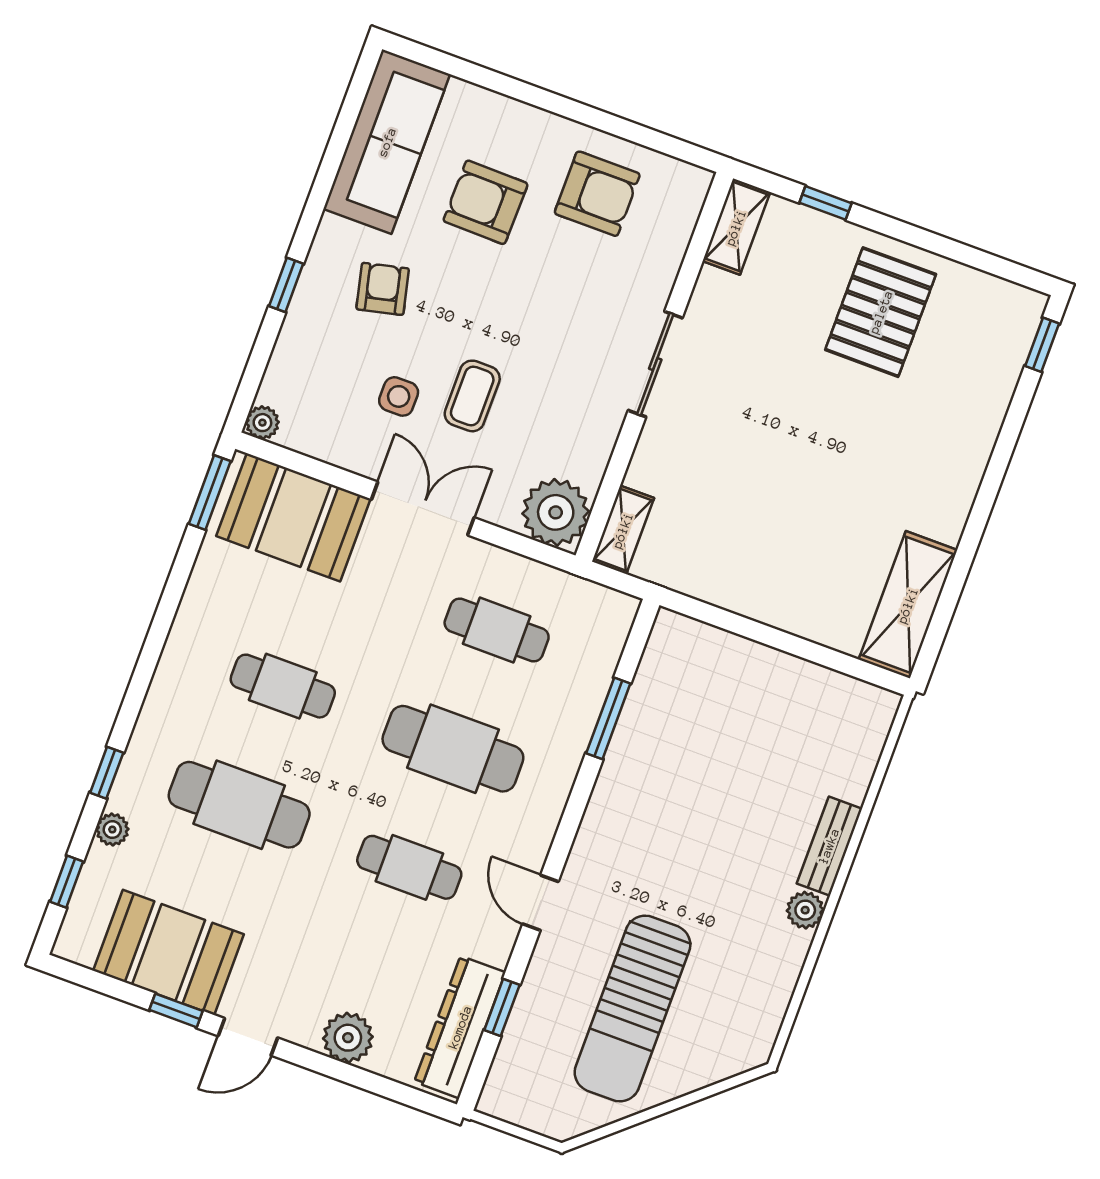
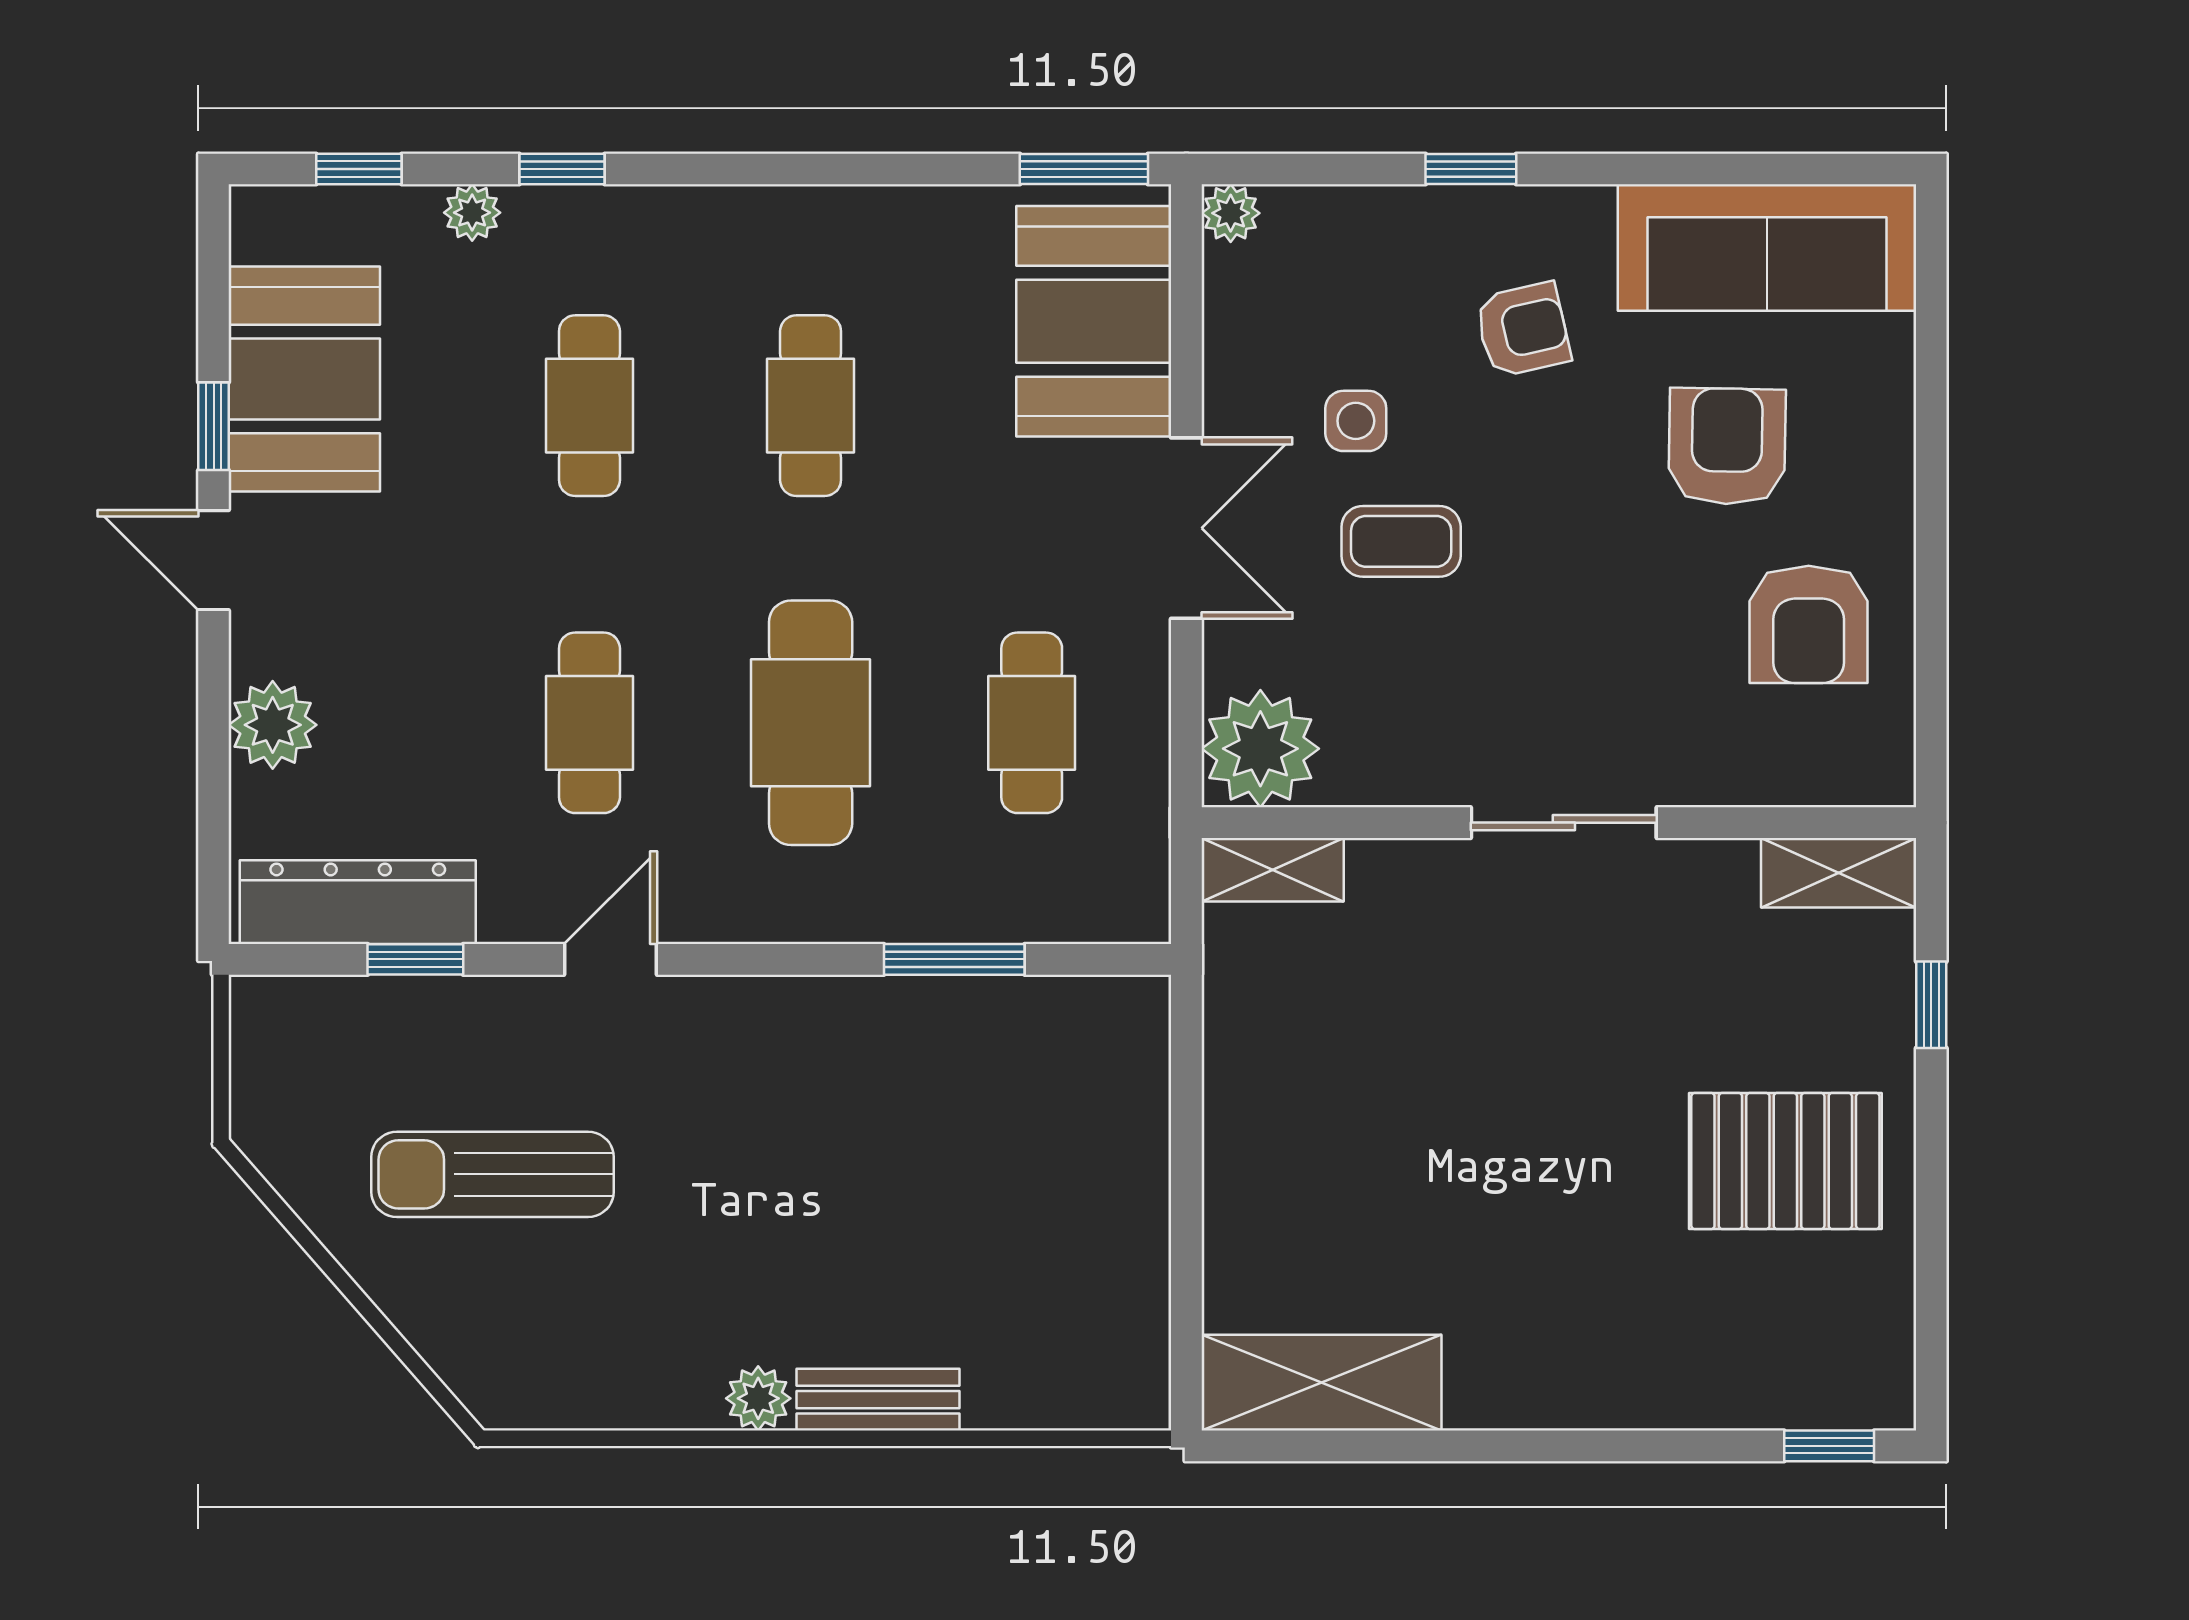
cafe table: (239, 805) -> (589, 406), width x0.73, depth x0.74
sun lounger: (633, 1008) -> (492, 1174), width x0.73, depth x0.75

